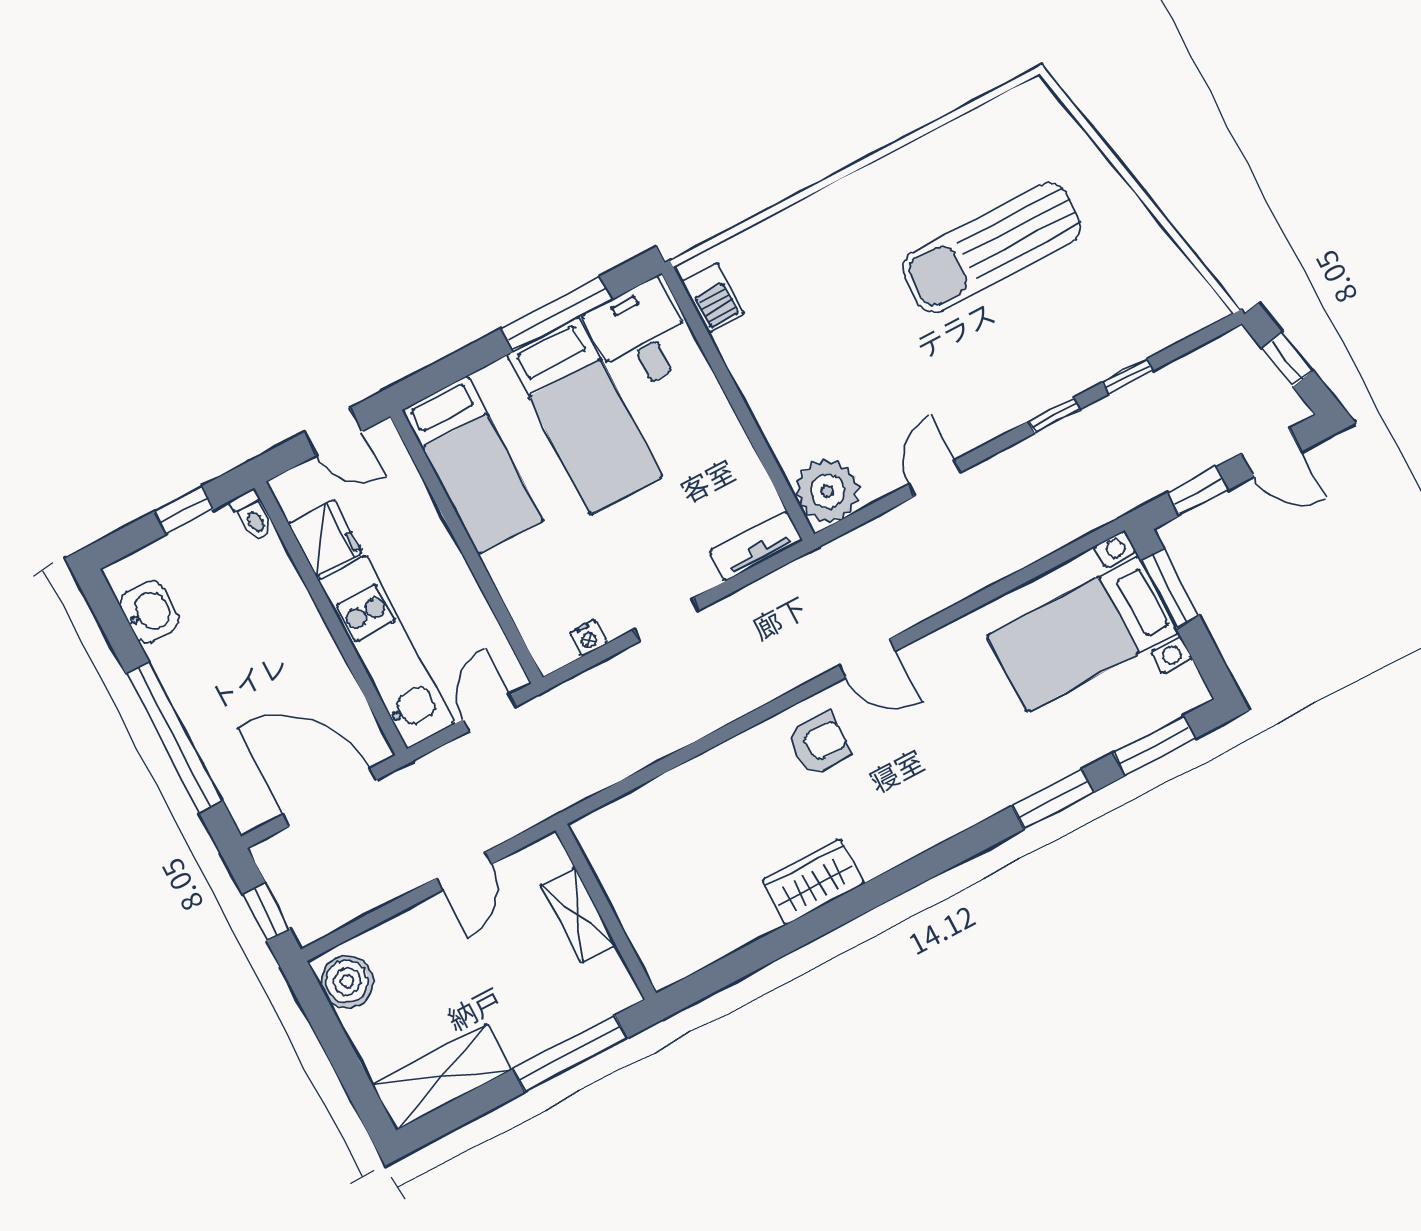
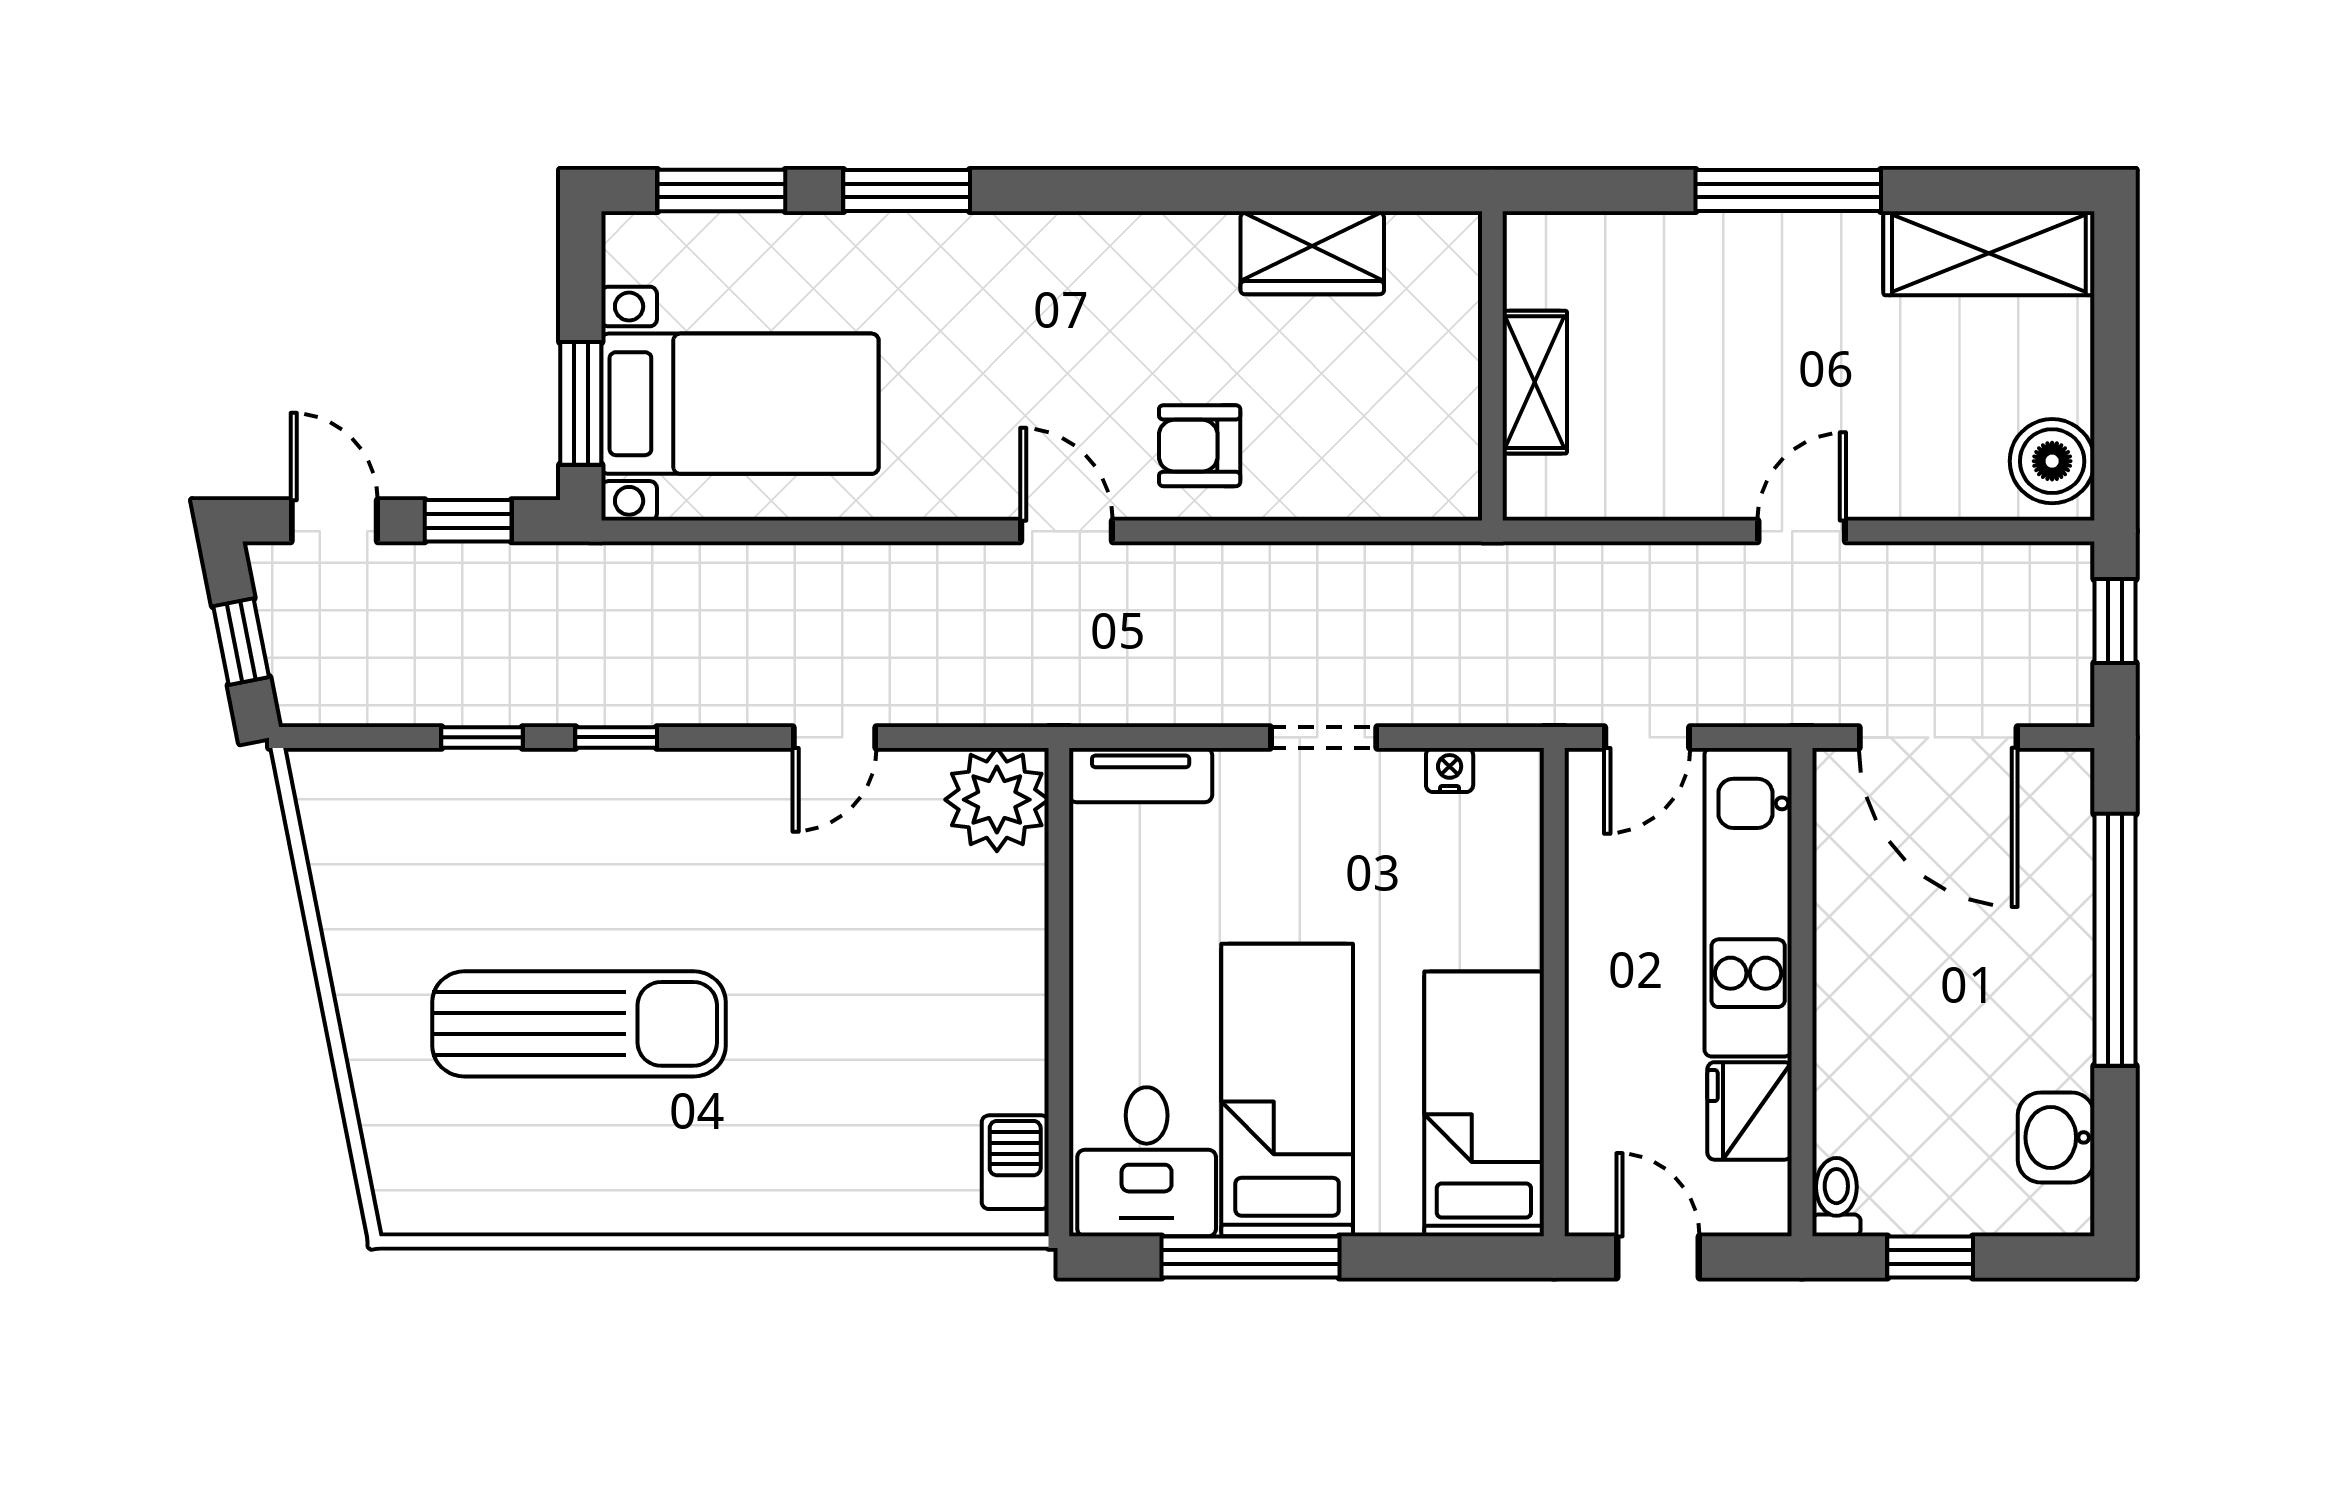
wall: (606, 912) -> (1492, 366), moved
shelving: (578, 915) -> (1535, 382), moved

